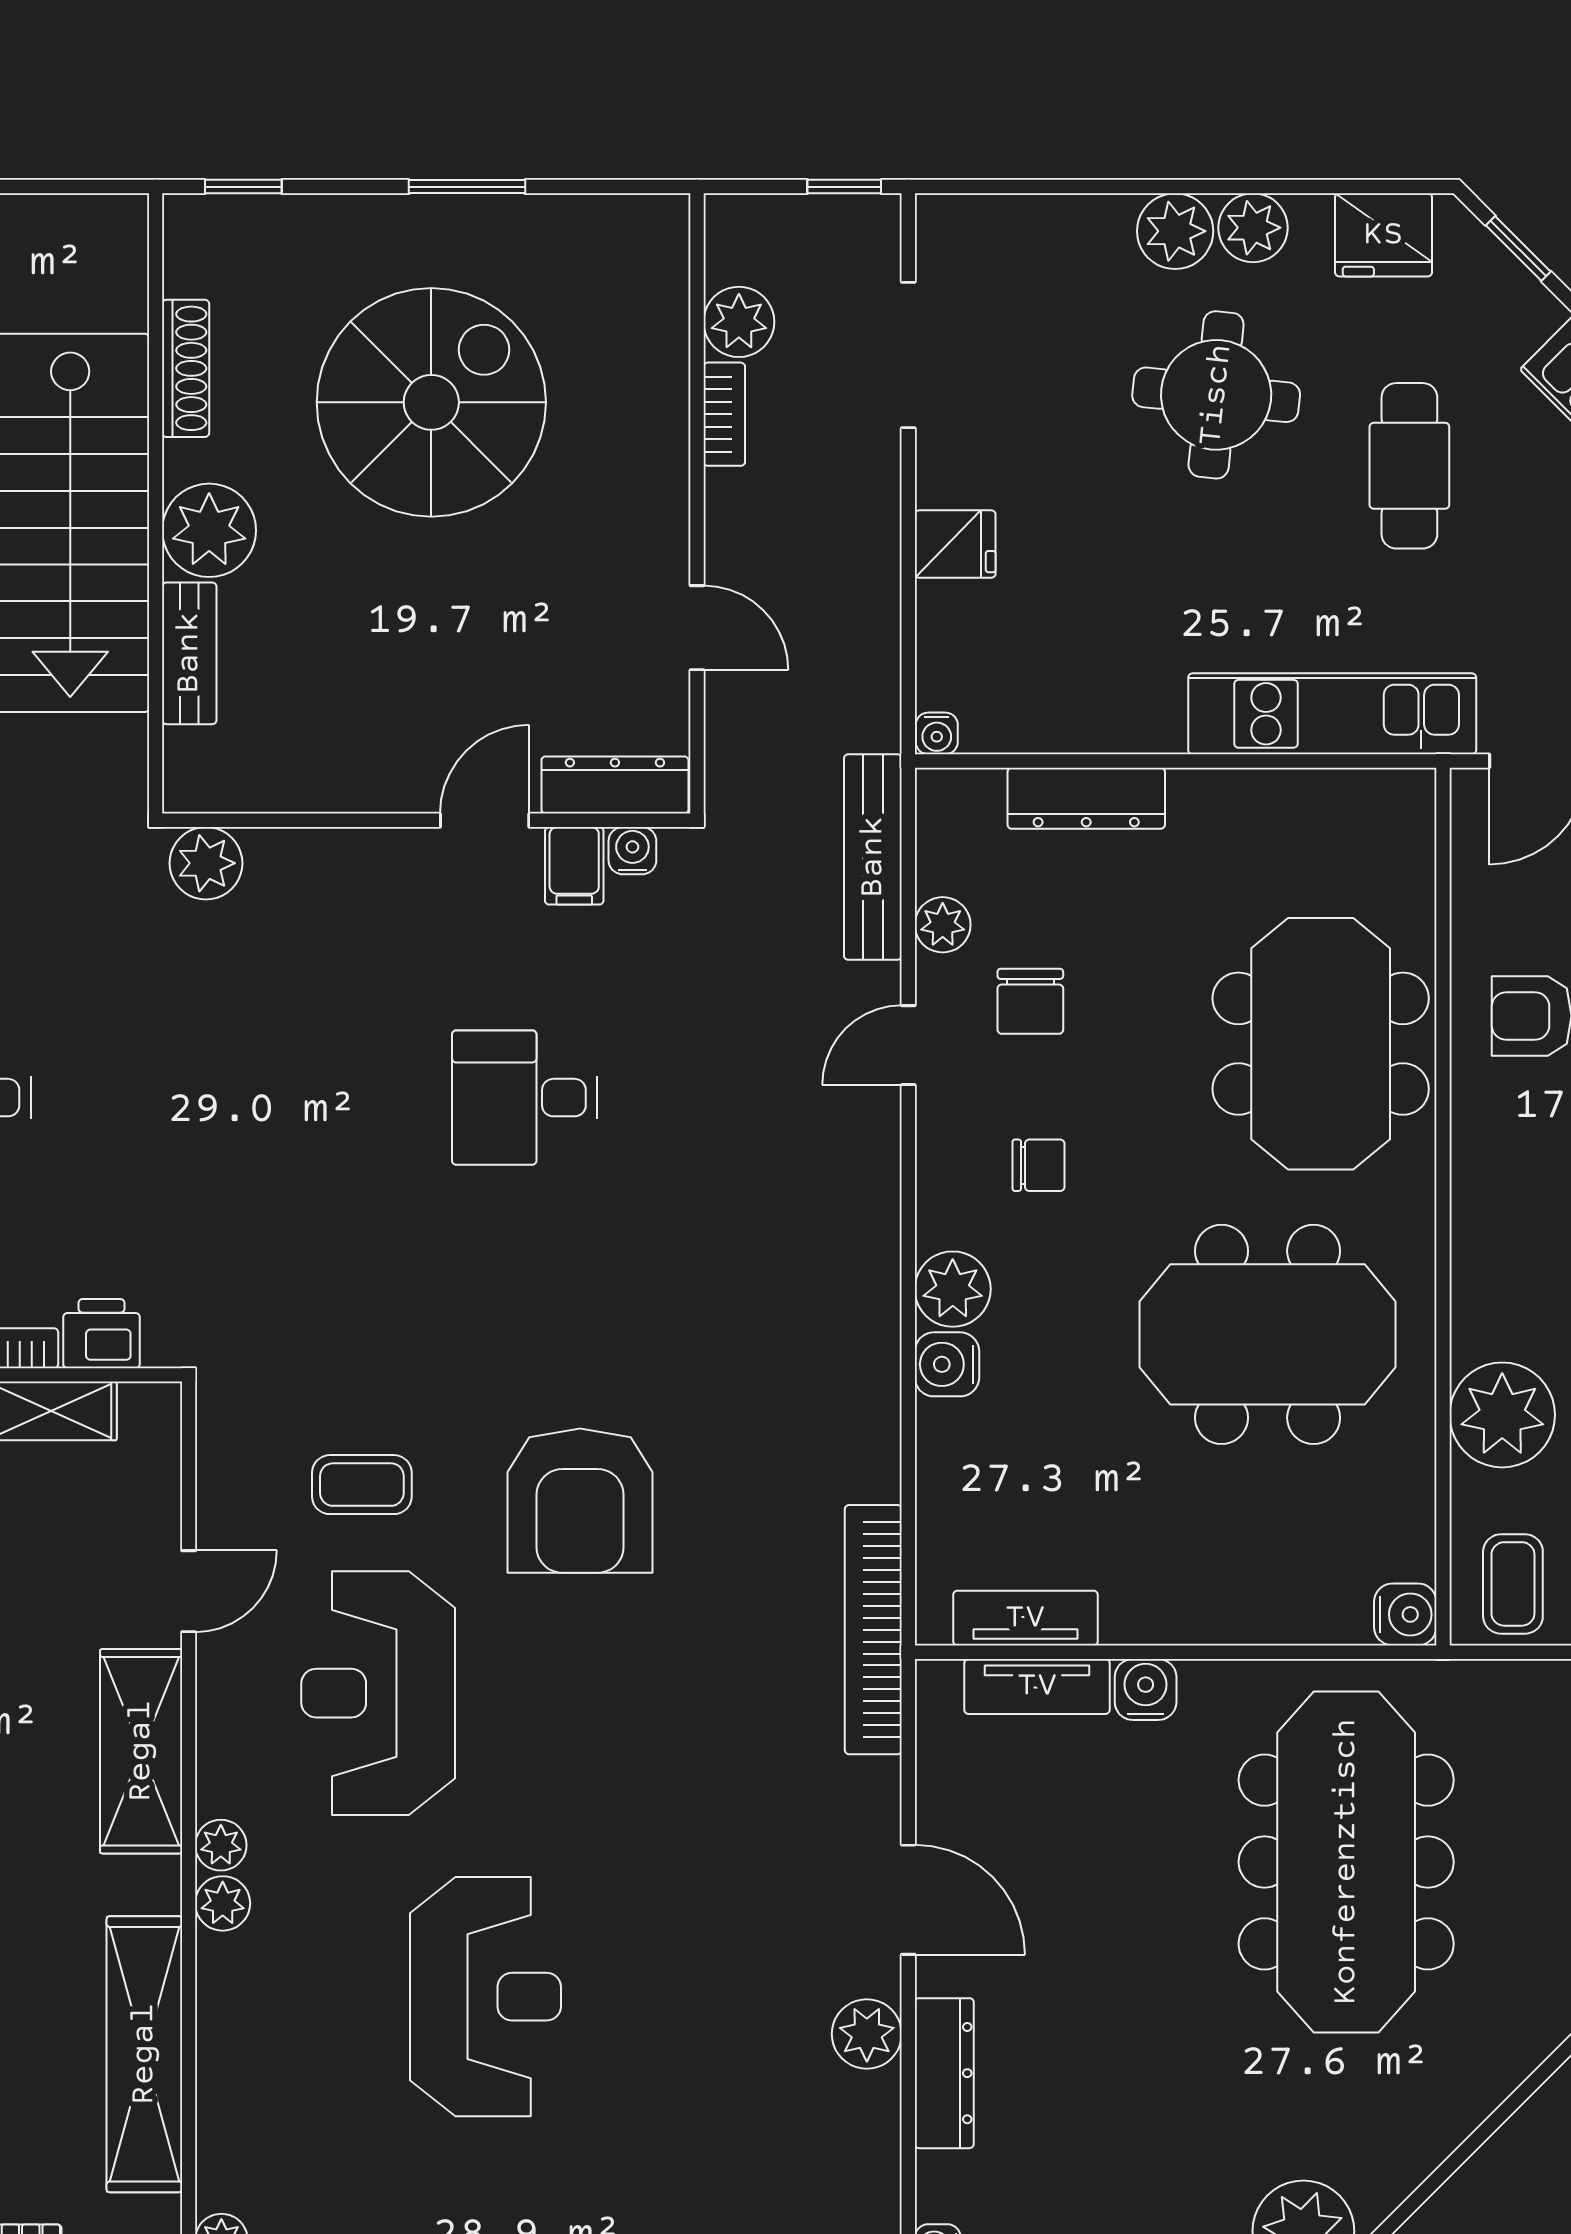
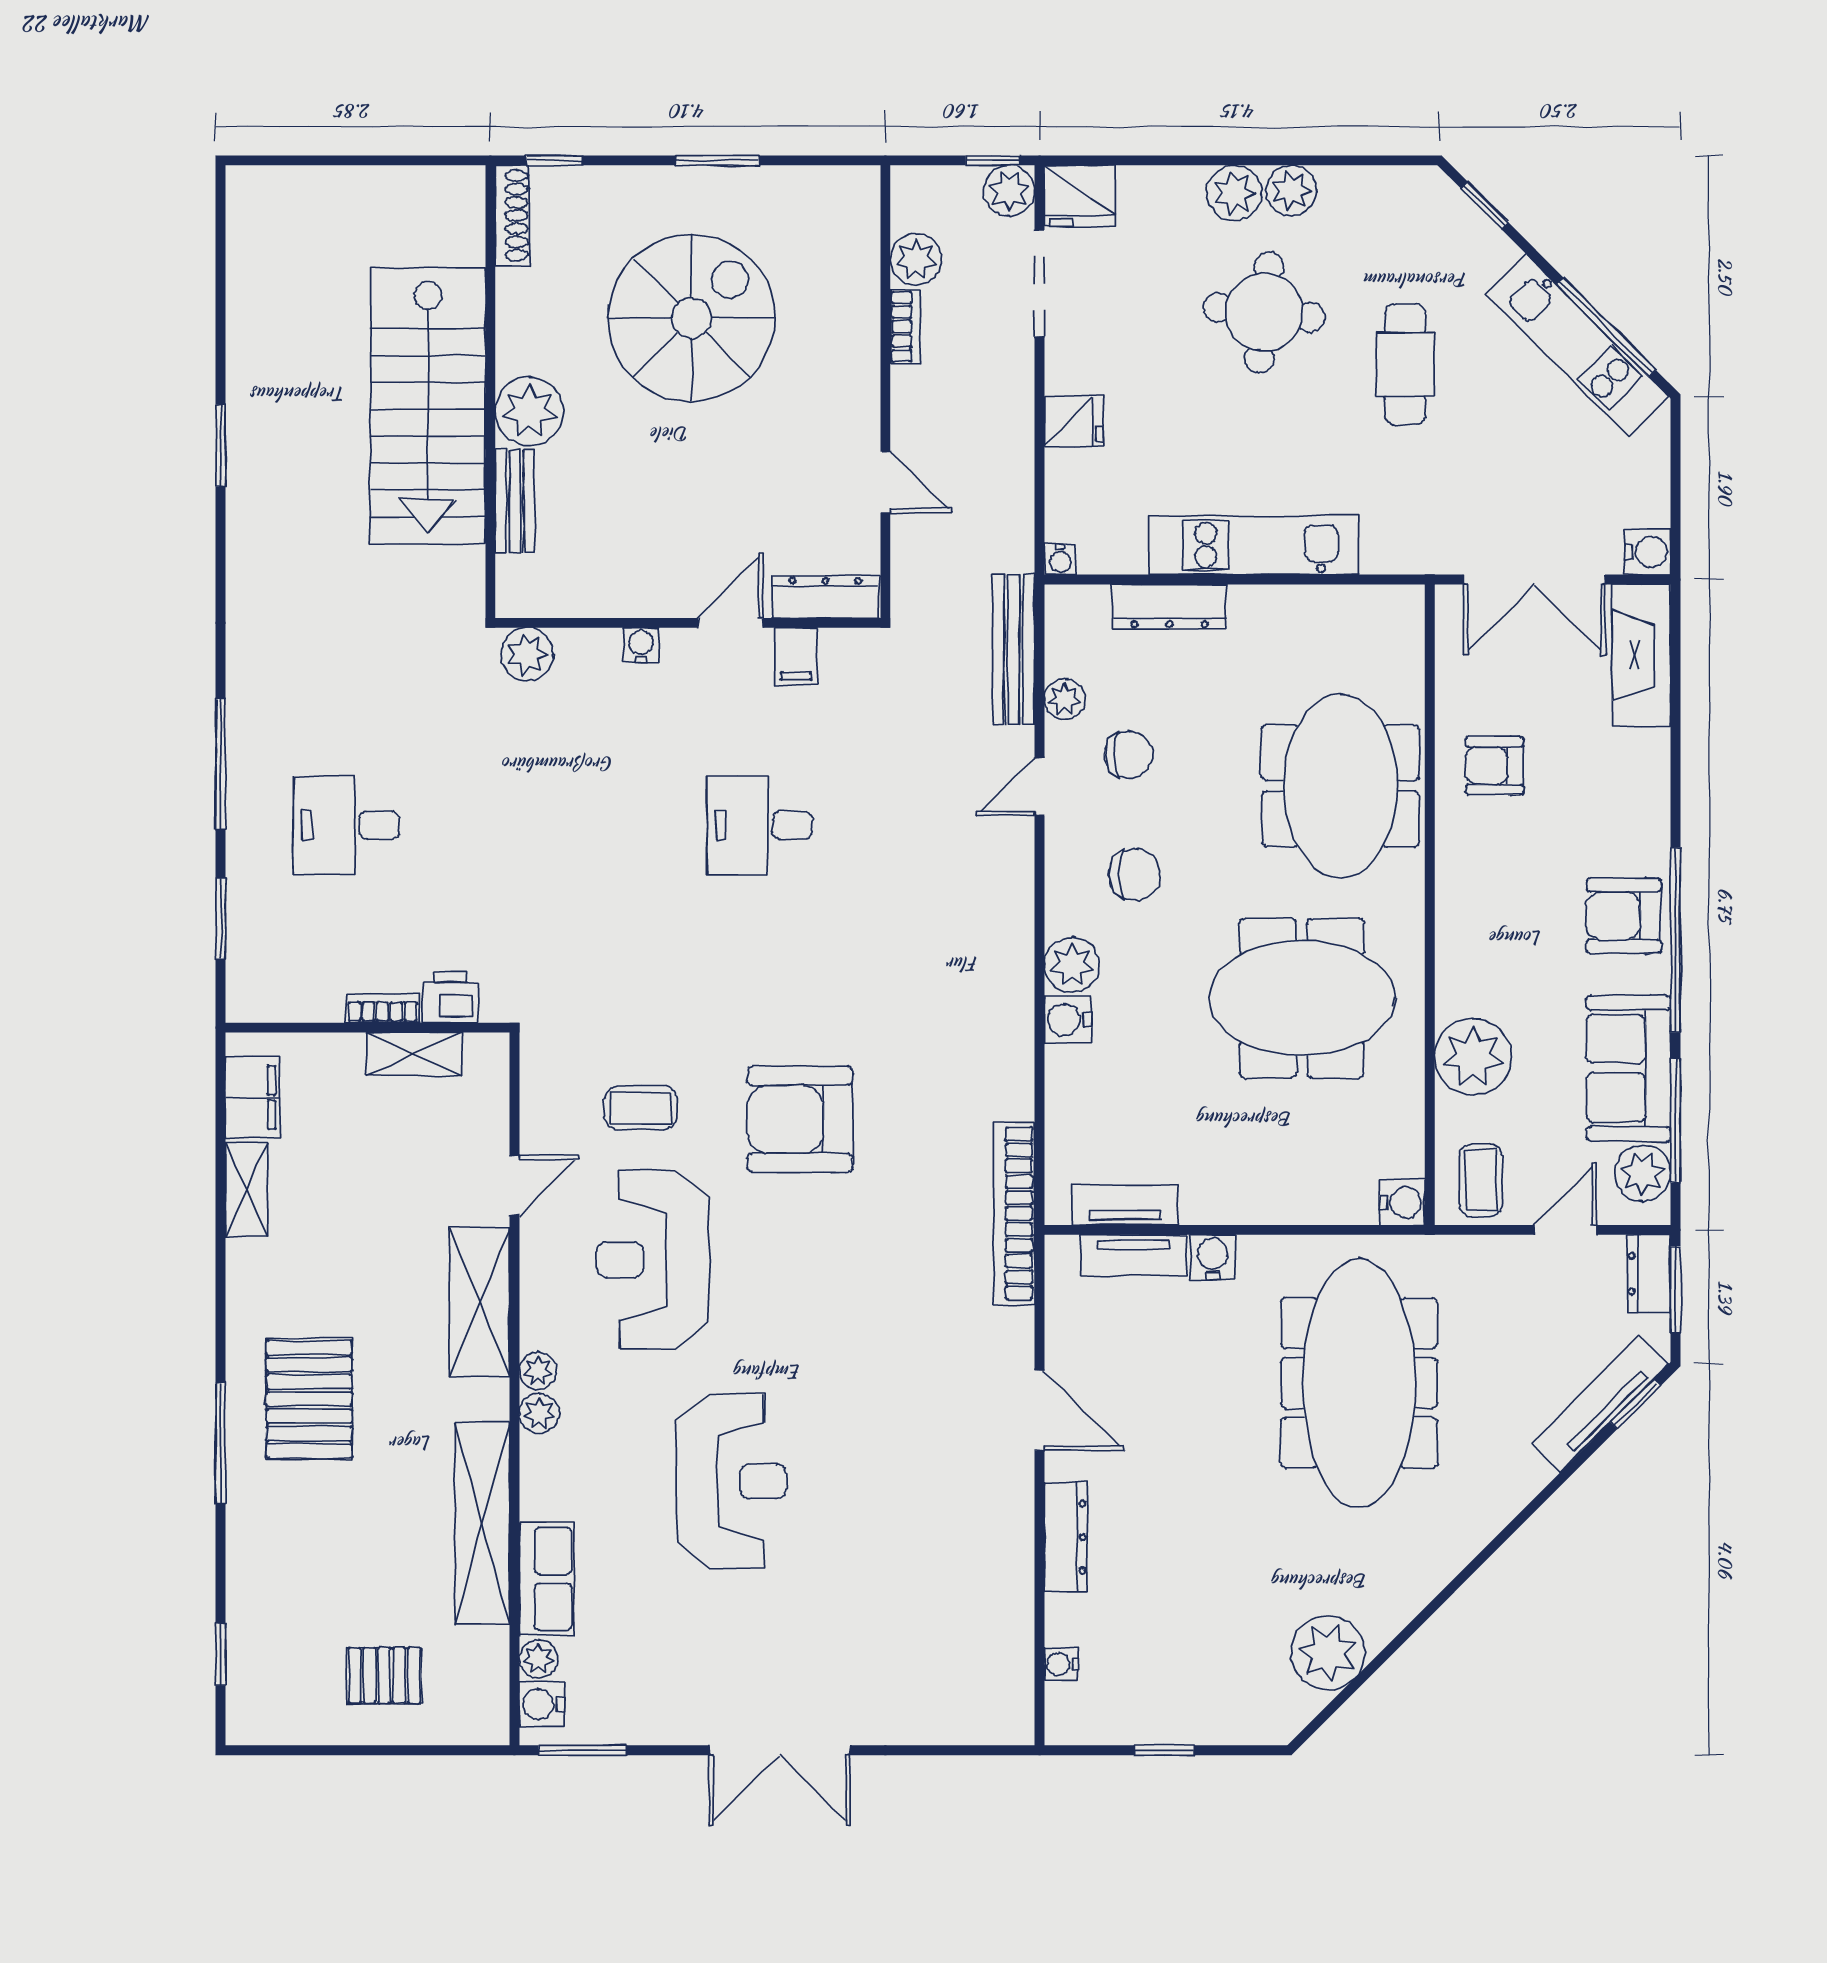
fridge: (1383, 235) -> (1080, 196), moved
shoe rack: (186, 368) -> (512, 215), moved
kitchen unit: (1332, 714) -> (1254, 545), moved
water cooler: (632, 851) -> (641, 645), moved
chair: (1030, 1001) -> (1129, 755), turned -90
chair: (1039, 1165) -> (1135, 875), width x1.37, depth x1.37
armchair: (580, 1501) -> (800, 1119), turned 90
plant: (867, 2034) -> (1009, 191), moved
row of seats: (233, 2130) -> (547, 1579), added

